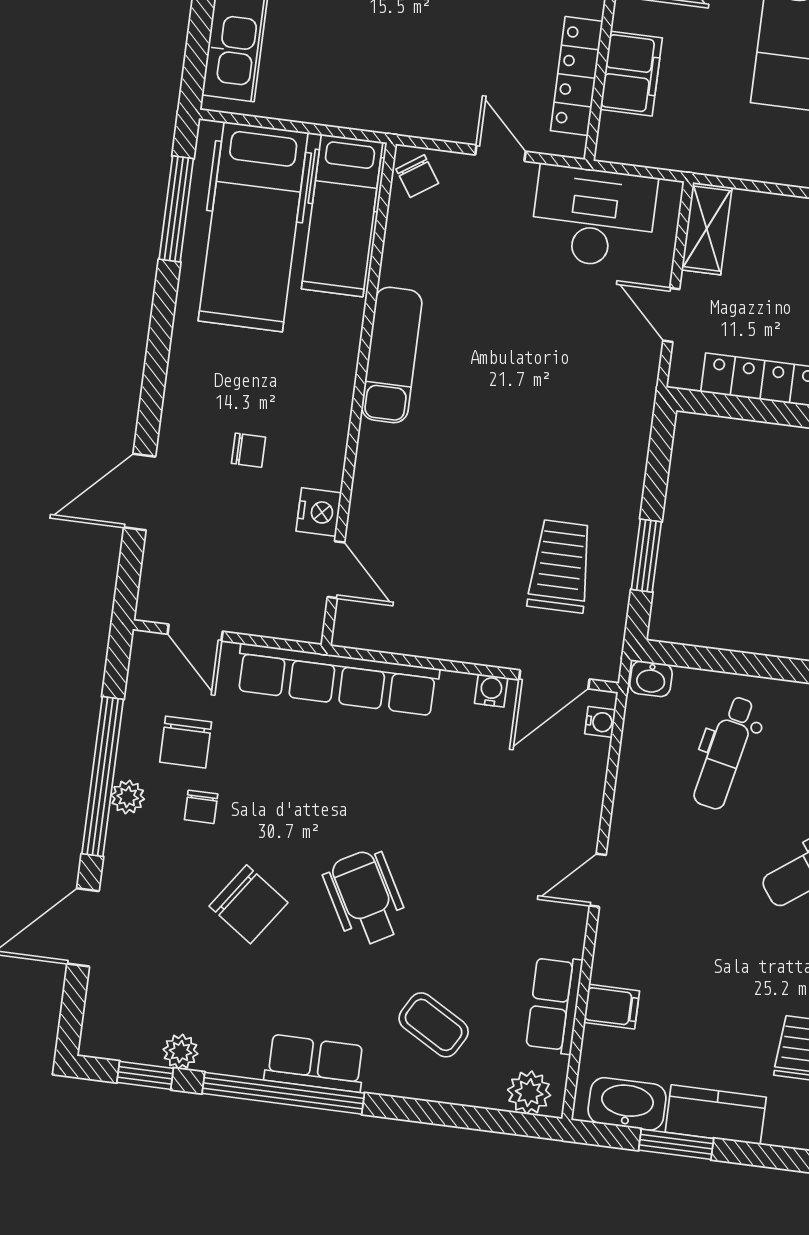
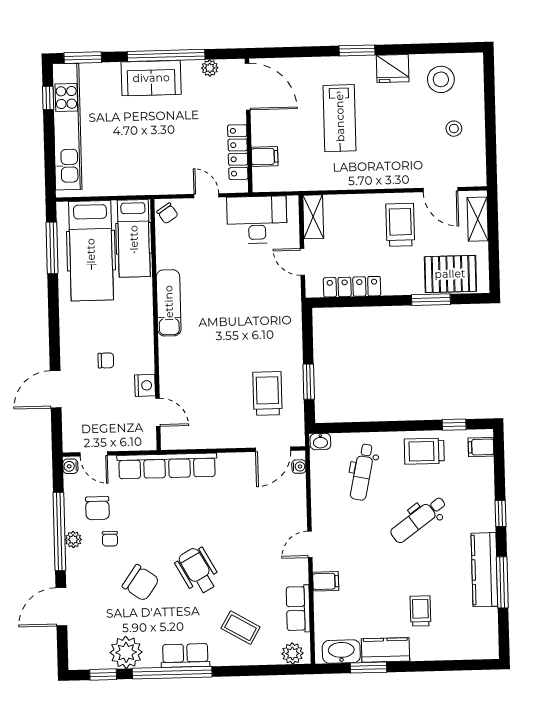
filing cabinet: (631, 74) -> (265, 156), width x0.50
water cooler: (491, 690) -> (70, 466), moved, turned -90
filing cabinet: (612, 1007) -> (326, 581), moved
plant: (181, 1052) -> (126, 652), width x1.87, depth x1.87

